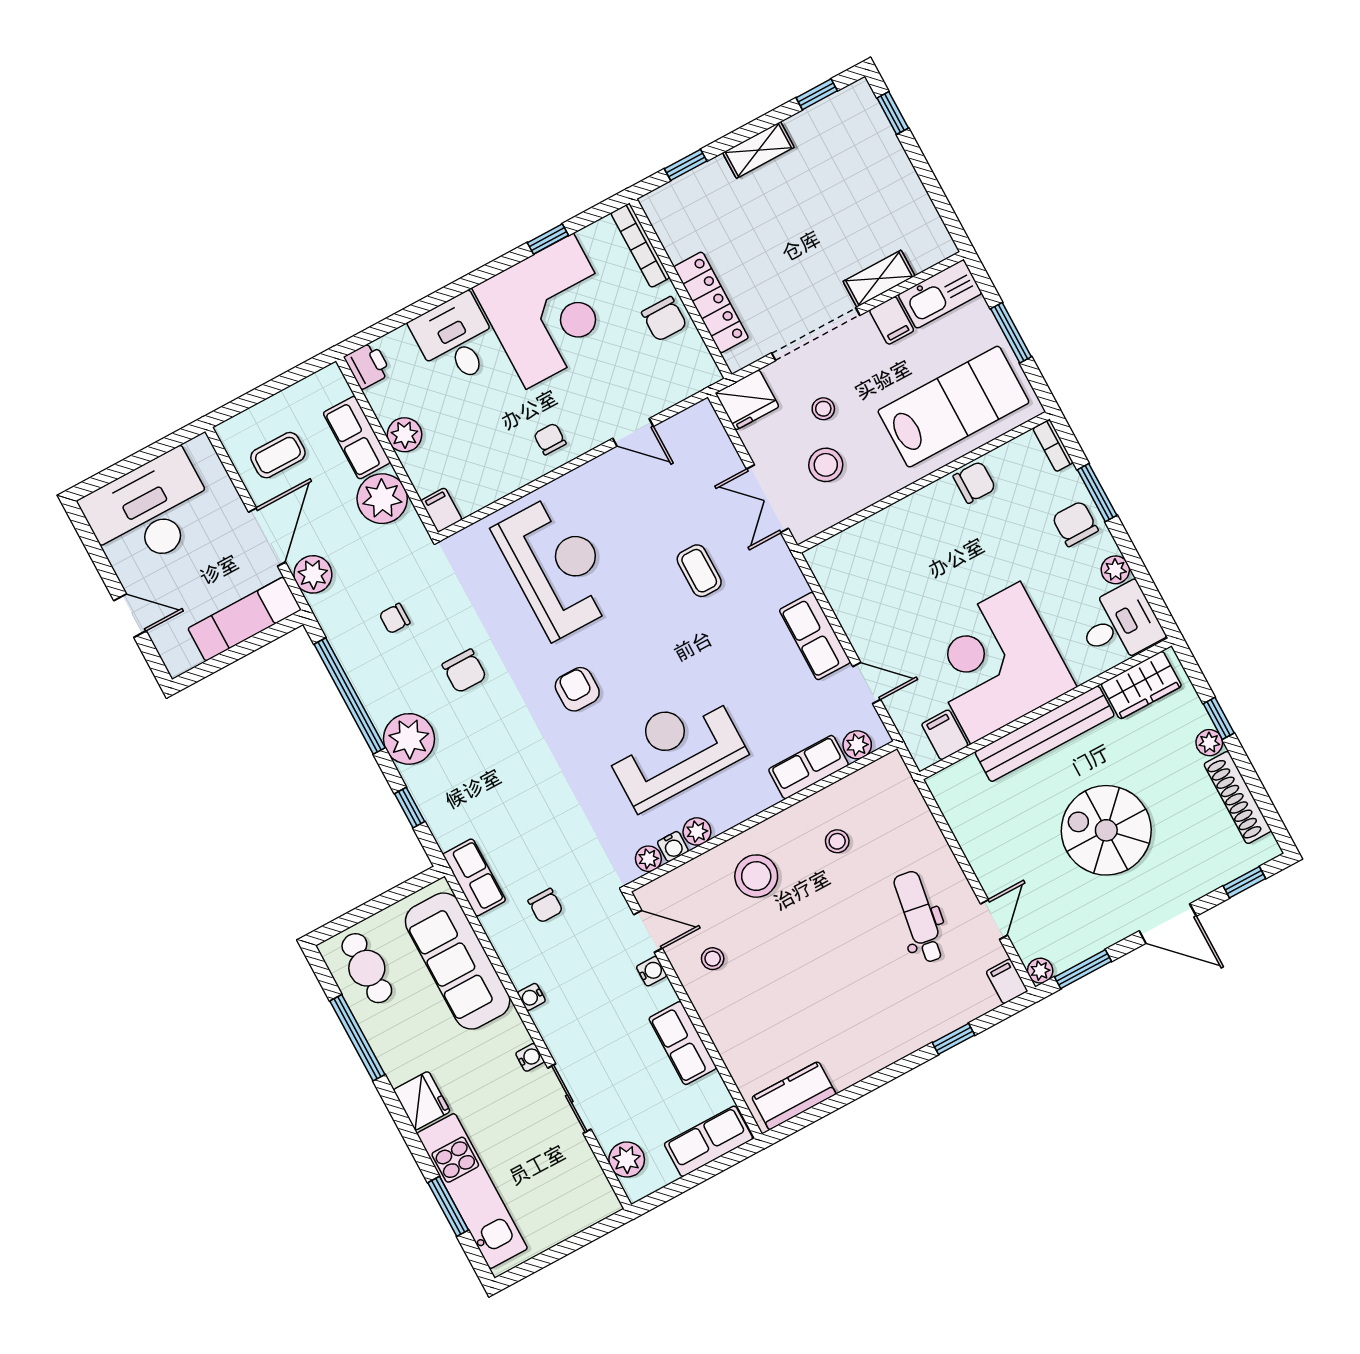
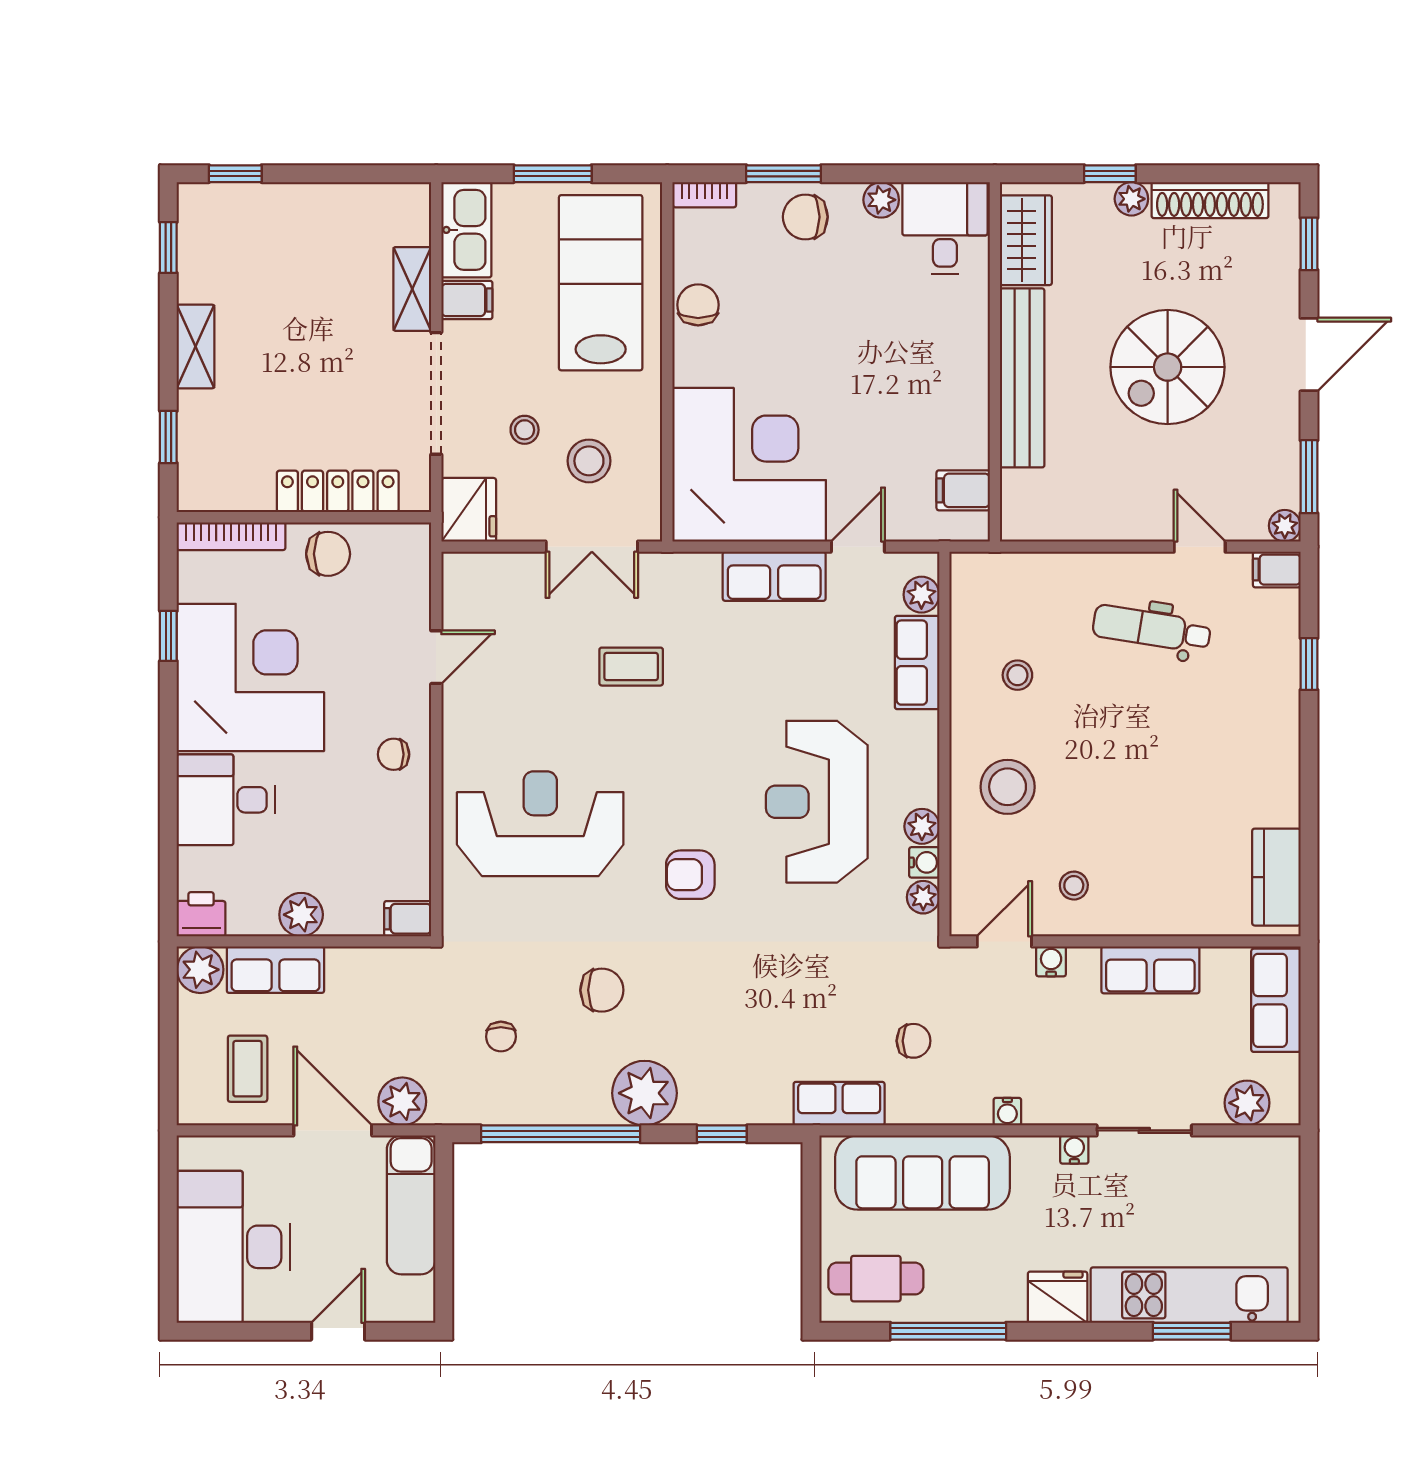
plant: (382, 499) -> (200, 970), moved, width x0.73, depth x0.73
corner desk: (995, 663) -> (749, 465), moved, turned 180

